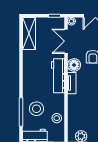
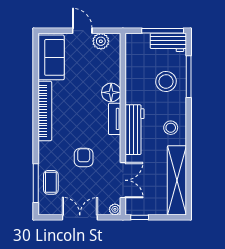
shelving: (29, 33) -> (177, 180), width x1.47
floor lamp: (74, 65) -> (111, 92), moved
stool: (57, 118) -> (171, 128), moved

